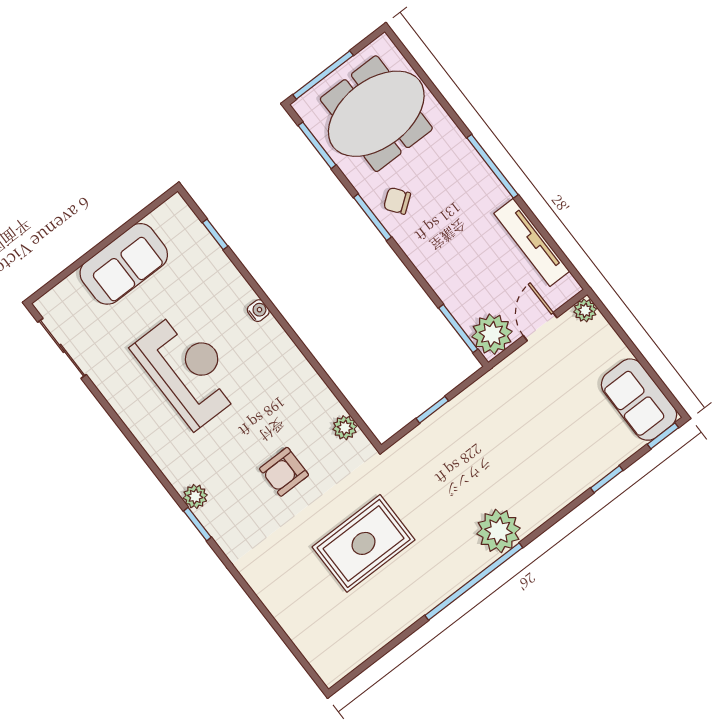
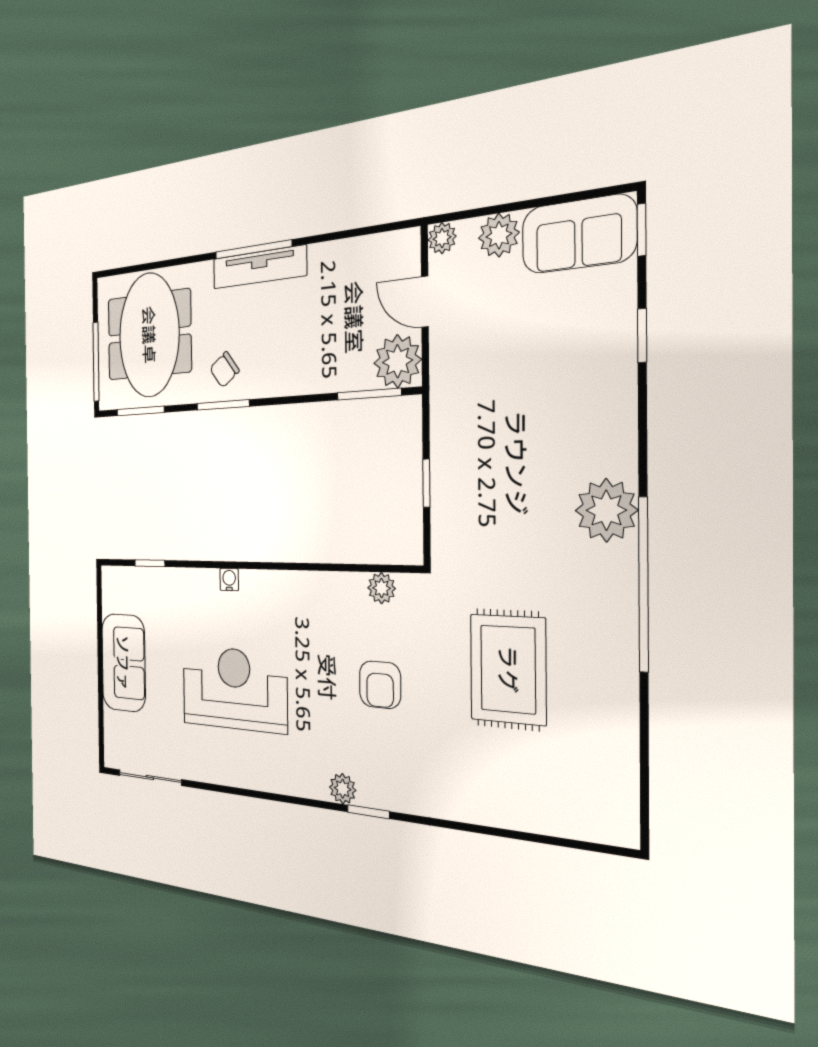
tv unit: (532, 242) -> (259, 267), moved
plant: (609, 349) -> (499, 235), added

